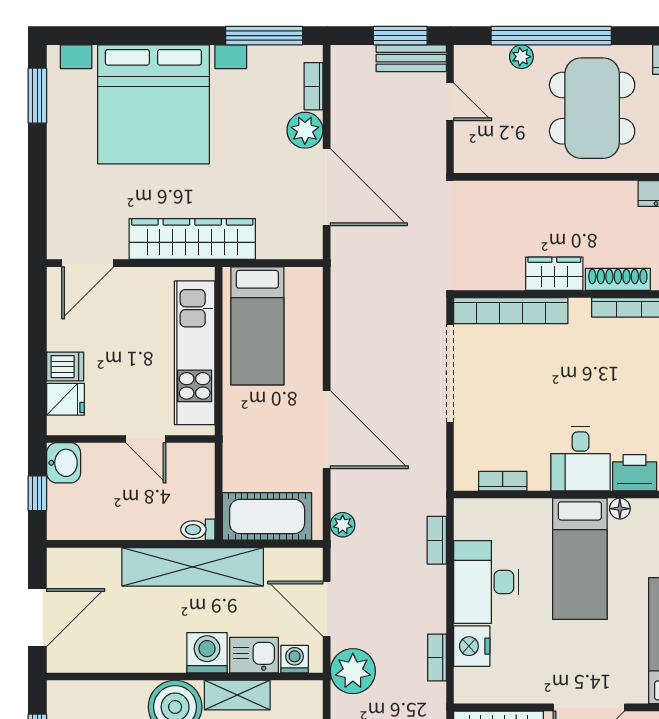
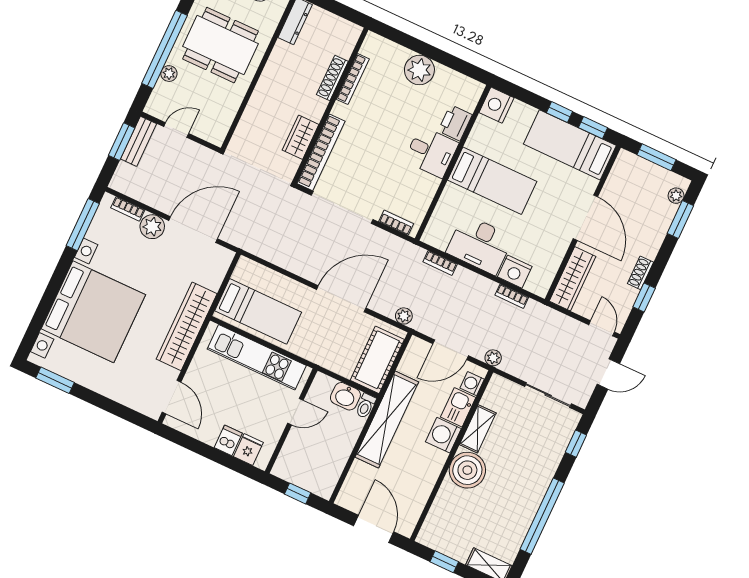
wardrobe: (554, 274) -> (301, 137), moved
washbasin: (64, 463) -> (345, 396), moved, turned 180
bookcase: (503, 481) -> (396, 223), moved, turned 90
floor lamp: (620, 509) -> (473, 142), removed
plant: (353, 671) -> (493, 358), width x0.53, depth x0.53

